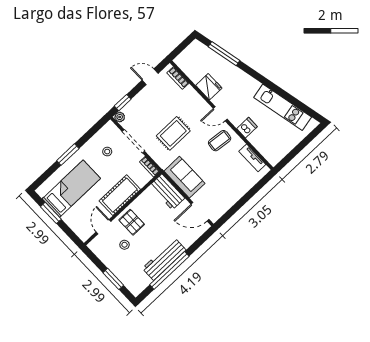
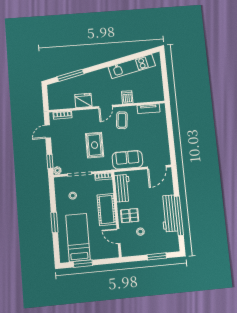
workbench: (167, 192) -> (123, 188), moved, turned -90

